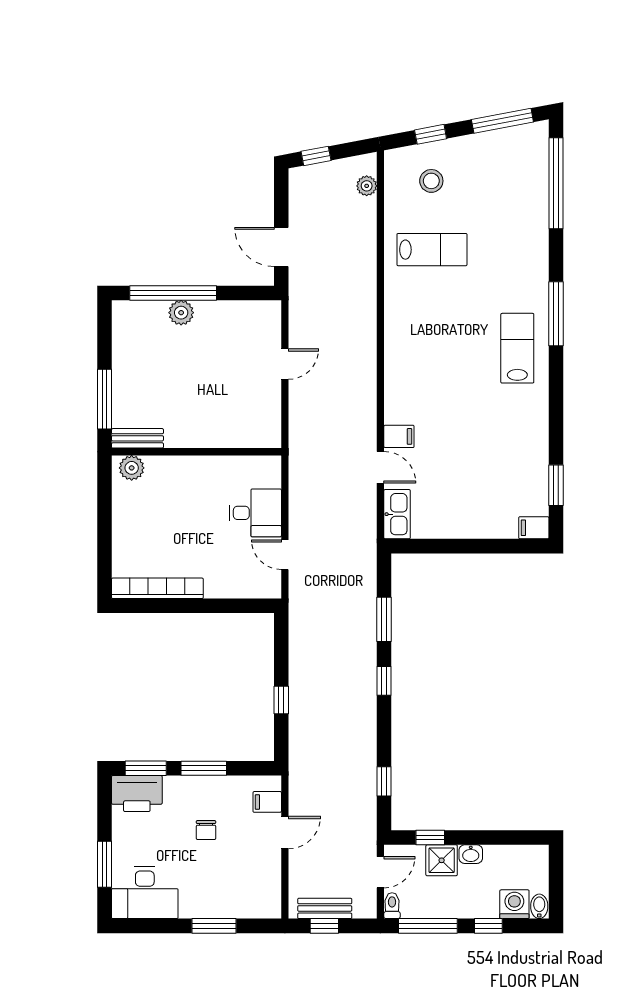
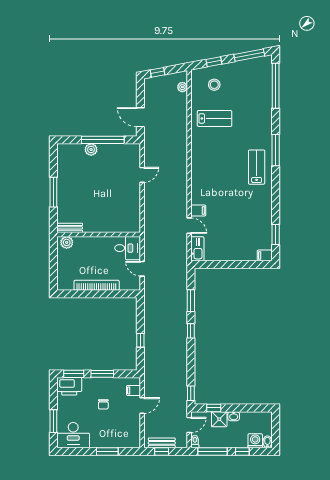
window: (173, 293) -> (103, 140), moved
bench: (137, 438) -> (70, 228), moved
wall: (196, 452) -> (99, 234), moved
plant: (132, 468) -> (67, 242), moved
bookcase: (157, 588) -> (97, 285), moved
window: (384, 781) -> (191, 393), moved

